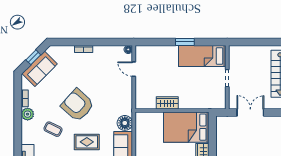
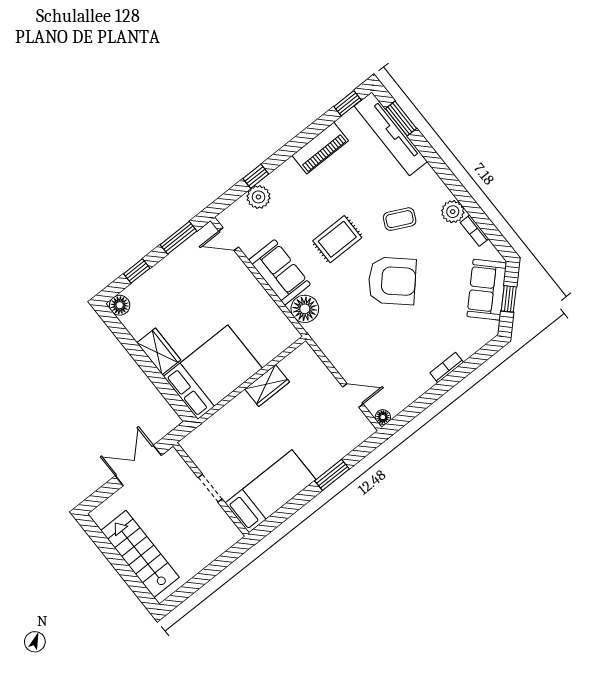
window: (185, 42) -> (332, 475), moved
double door: (250, 113) -> (138, 466), swing flipped

